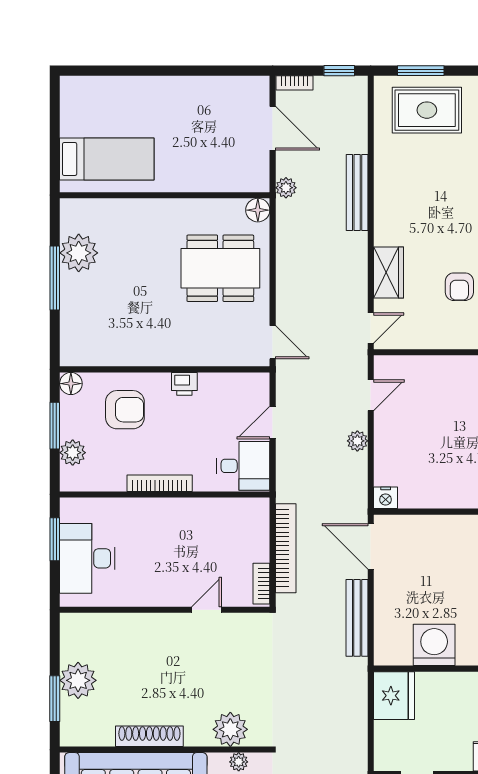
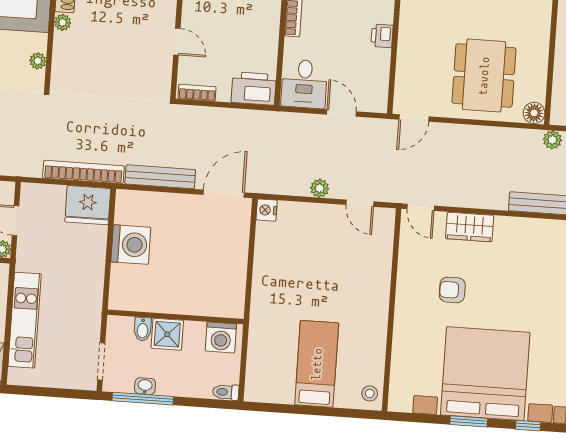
printer: (252, 521) -> (254, 89), added
bookcase: (286, 548) -> (83, 172), moved, turned 180
plant: (230, 729) -> (63, 22), moved, width x0.53, depth x0.53

